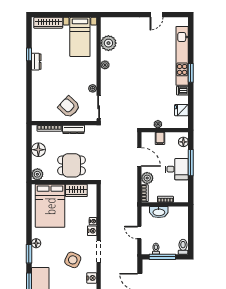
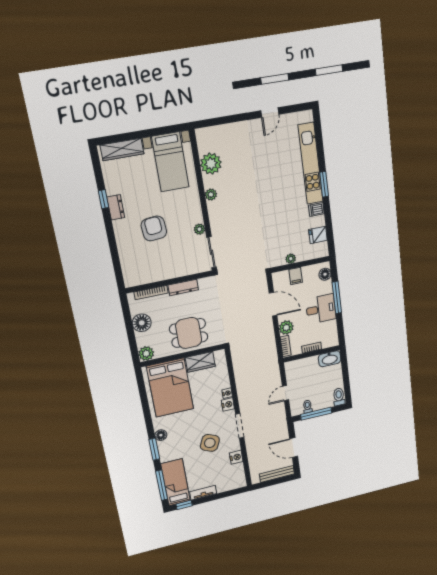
armchair: (69, 107) -> (154, 228), moved, turned 42
washbasin: (159, 212) -> (330, 359), moved
door: (139, 233) -> (285, 393), hinge flipped

